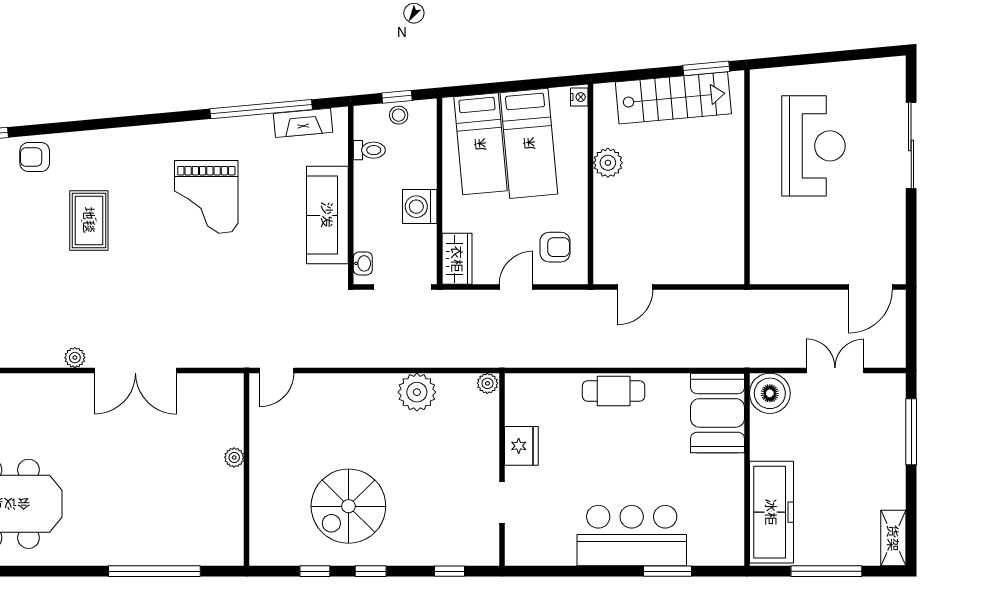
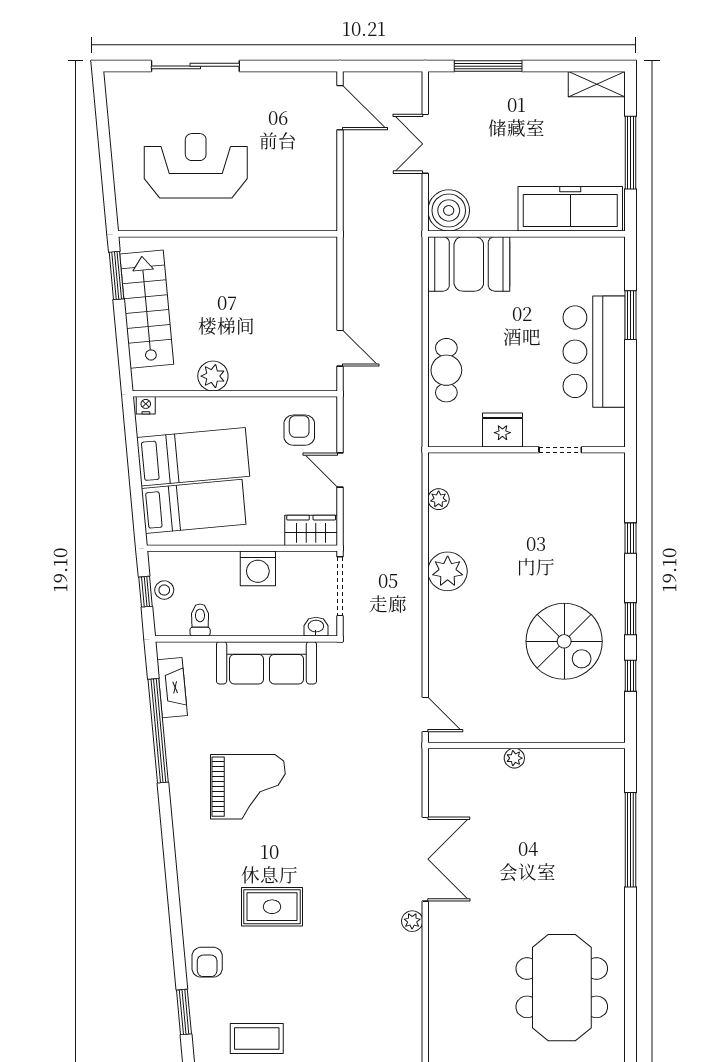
fridge: (521, 446) -> (502, 430), moved
wall: (502, 469) -> (527, 450), moved
doorway: (502, 502) -> (560, 450), moved

